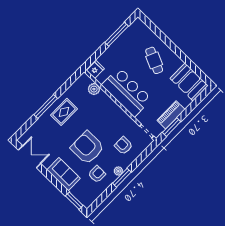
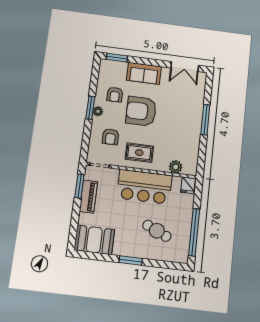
window: (117, 34) -> (194, 232), width x1.46
window: (175, 49) -> (131, 260), added
cafe table: (154, 60) -> (157, 231), moved
rug: (64, 112) -> (139, 153), moved, turned 90
armchair: (123, 146) -> (111, 137), turned 90
armchair: (87, 148) -> (141, 111), turned 180

